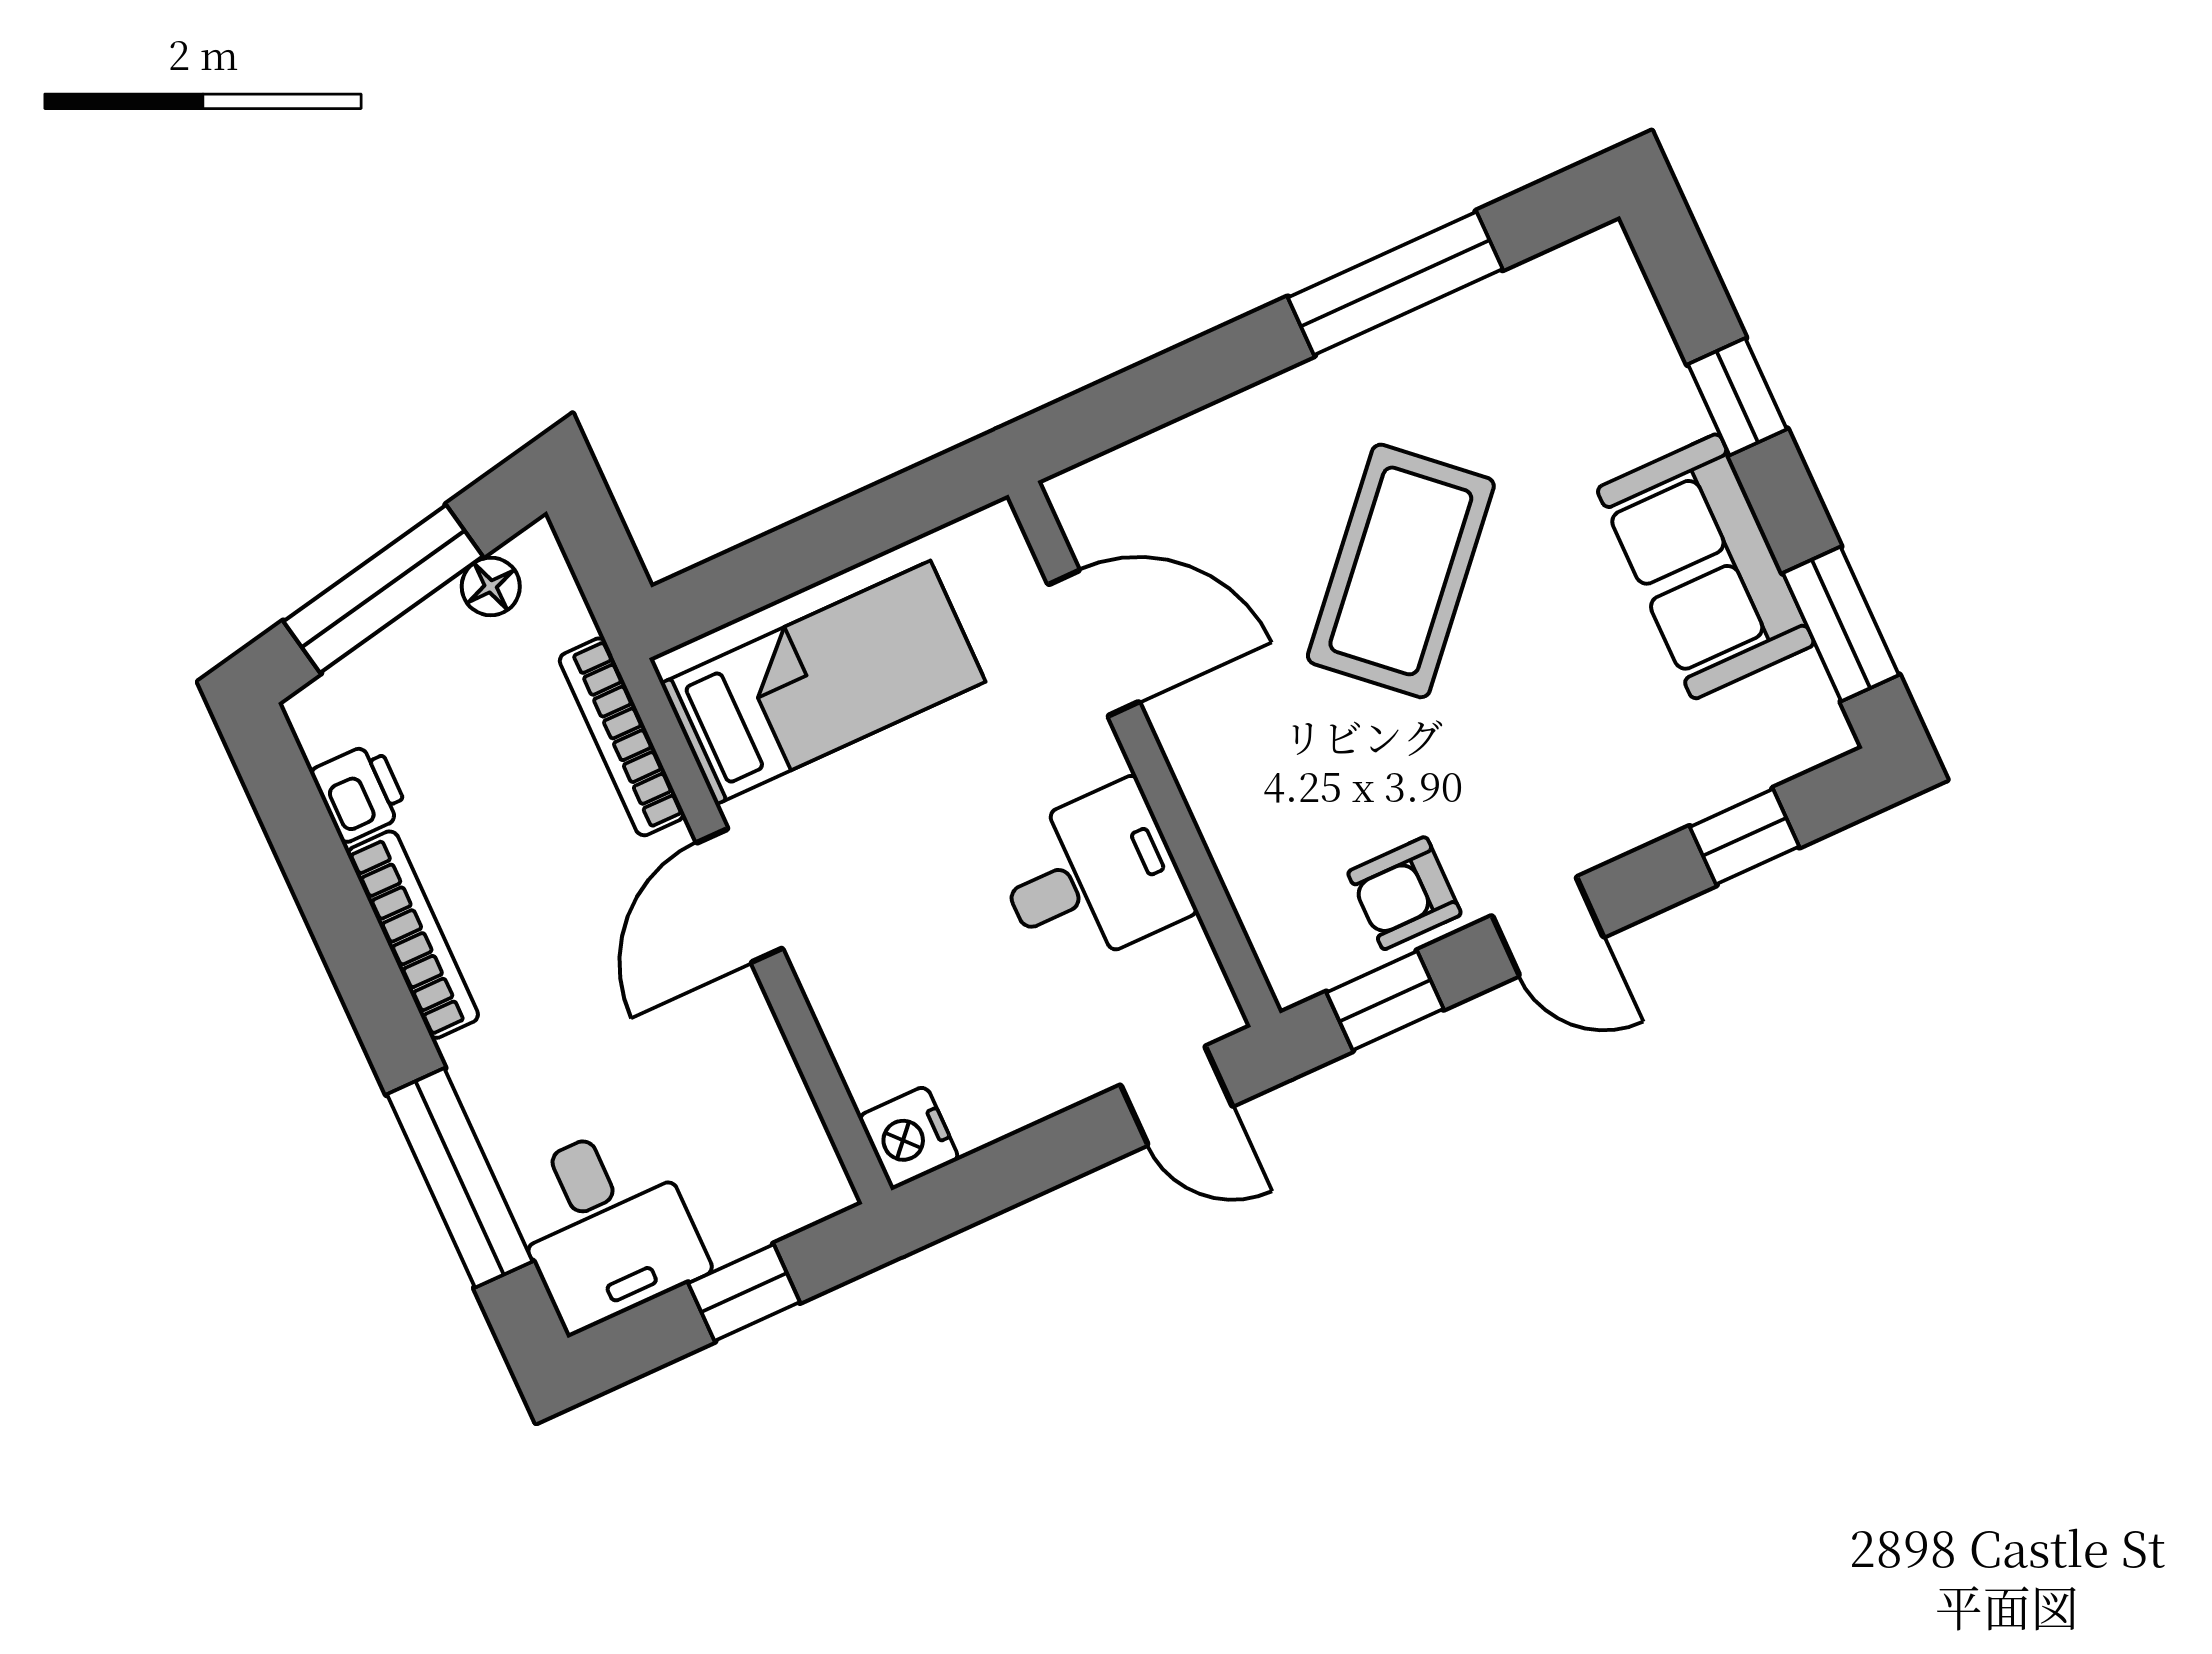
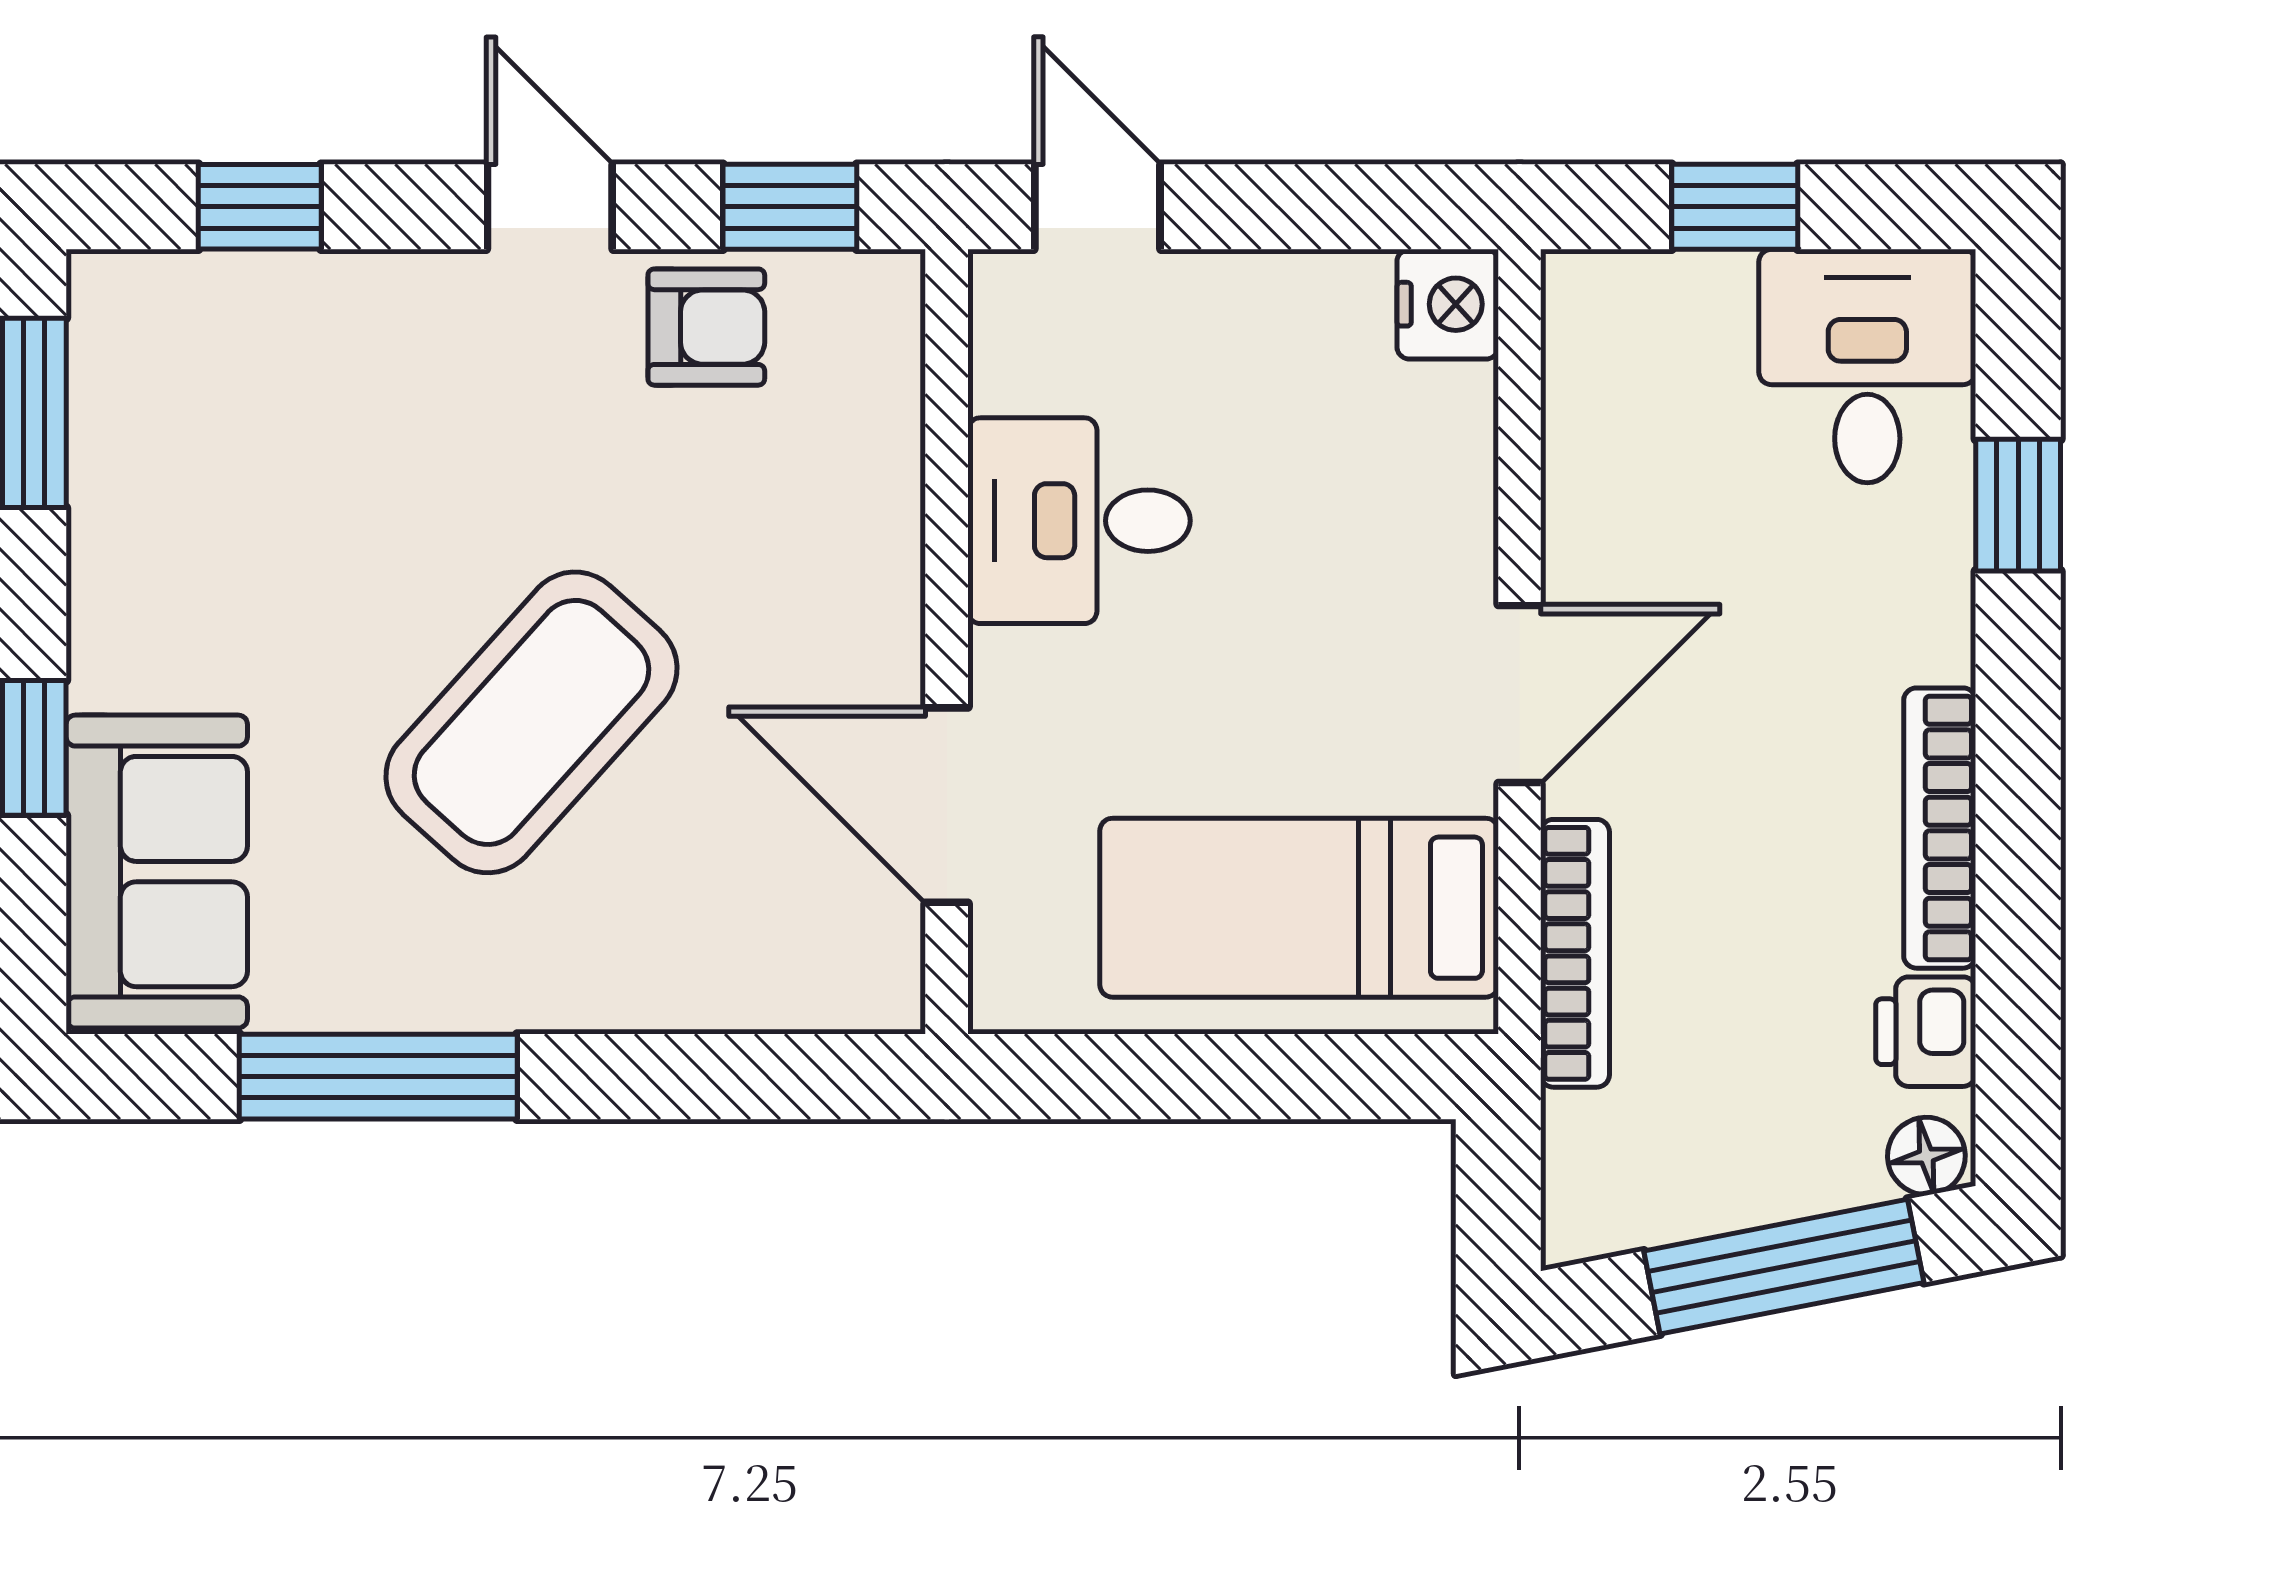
sofa: (1706, 566) -> (157, 872), moved
floor lamp: (491, 586) -> (1926, 1156), moved
window: (460, 1178) -> (2018, 505), width x0.46

